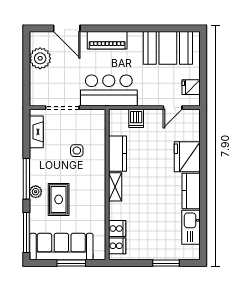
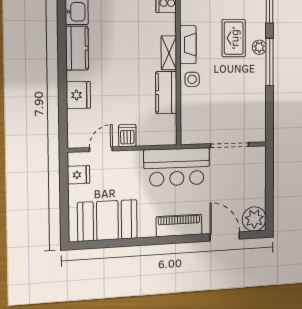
plant: (40, 58) -> (254, 219), moved
dishwasher: (136, 118) -> (127, 135), moved
fireplace: (36, 132) -> (188, 45), moved, turned 180
side table: (77, 151) -> (192, 79), moved
fridge: (187, 157) -> (78, 95), width x0.73, depth x0.75

